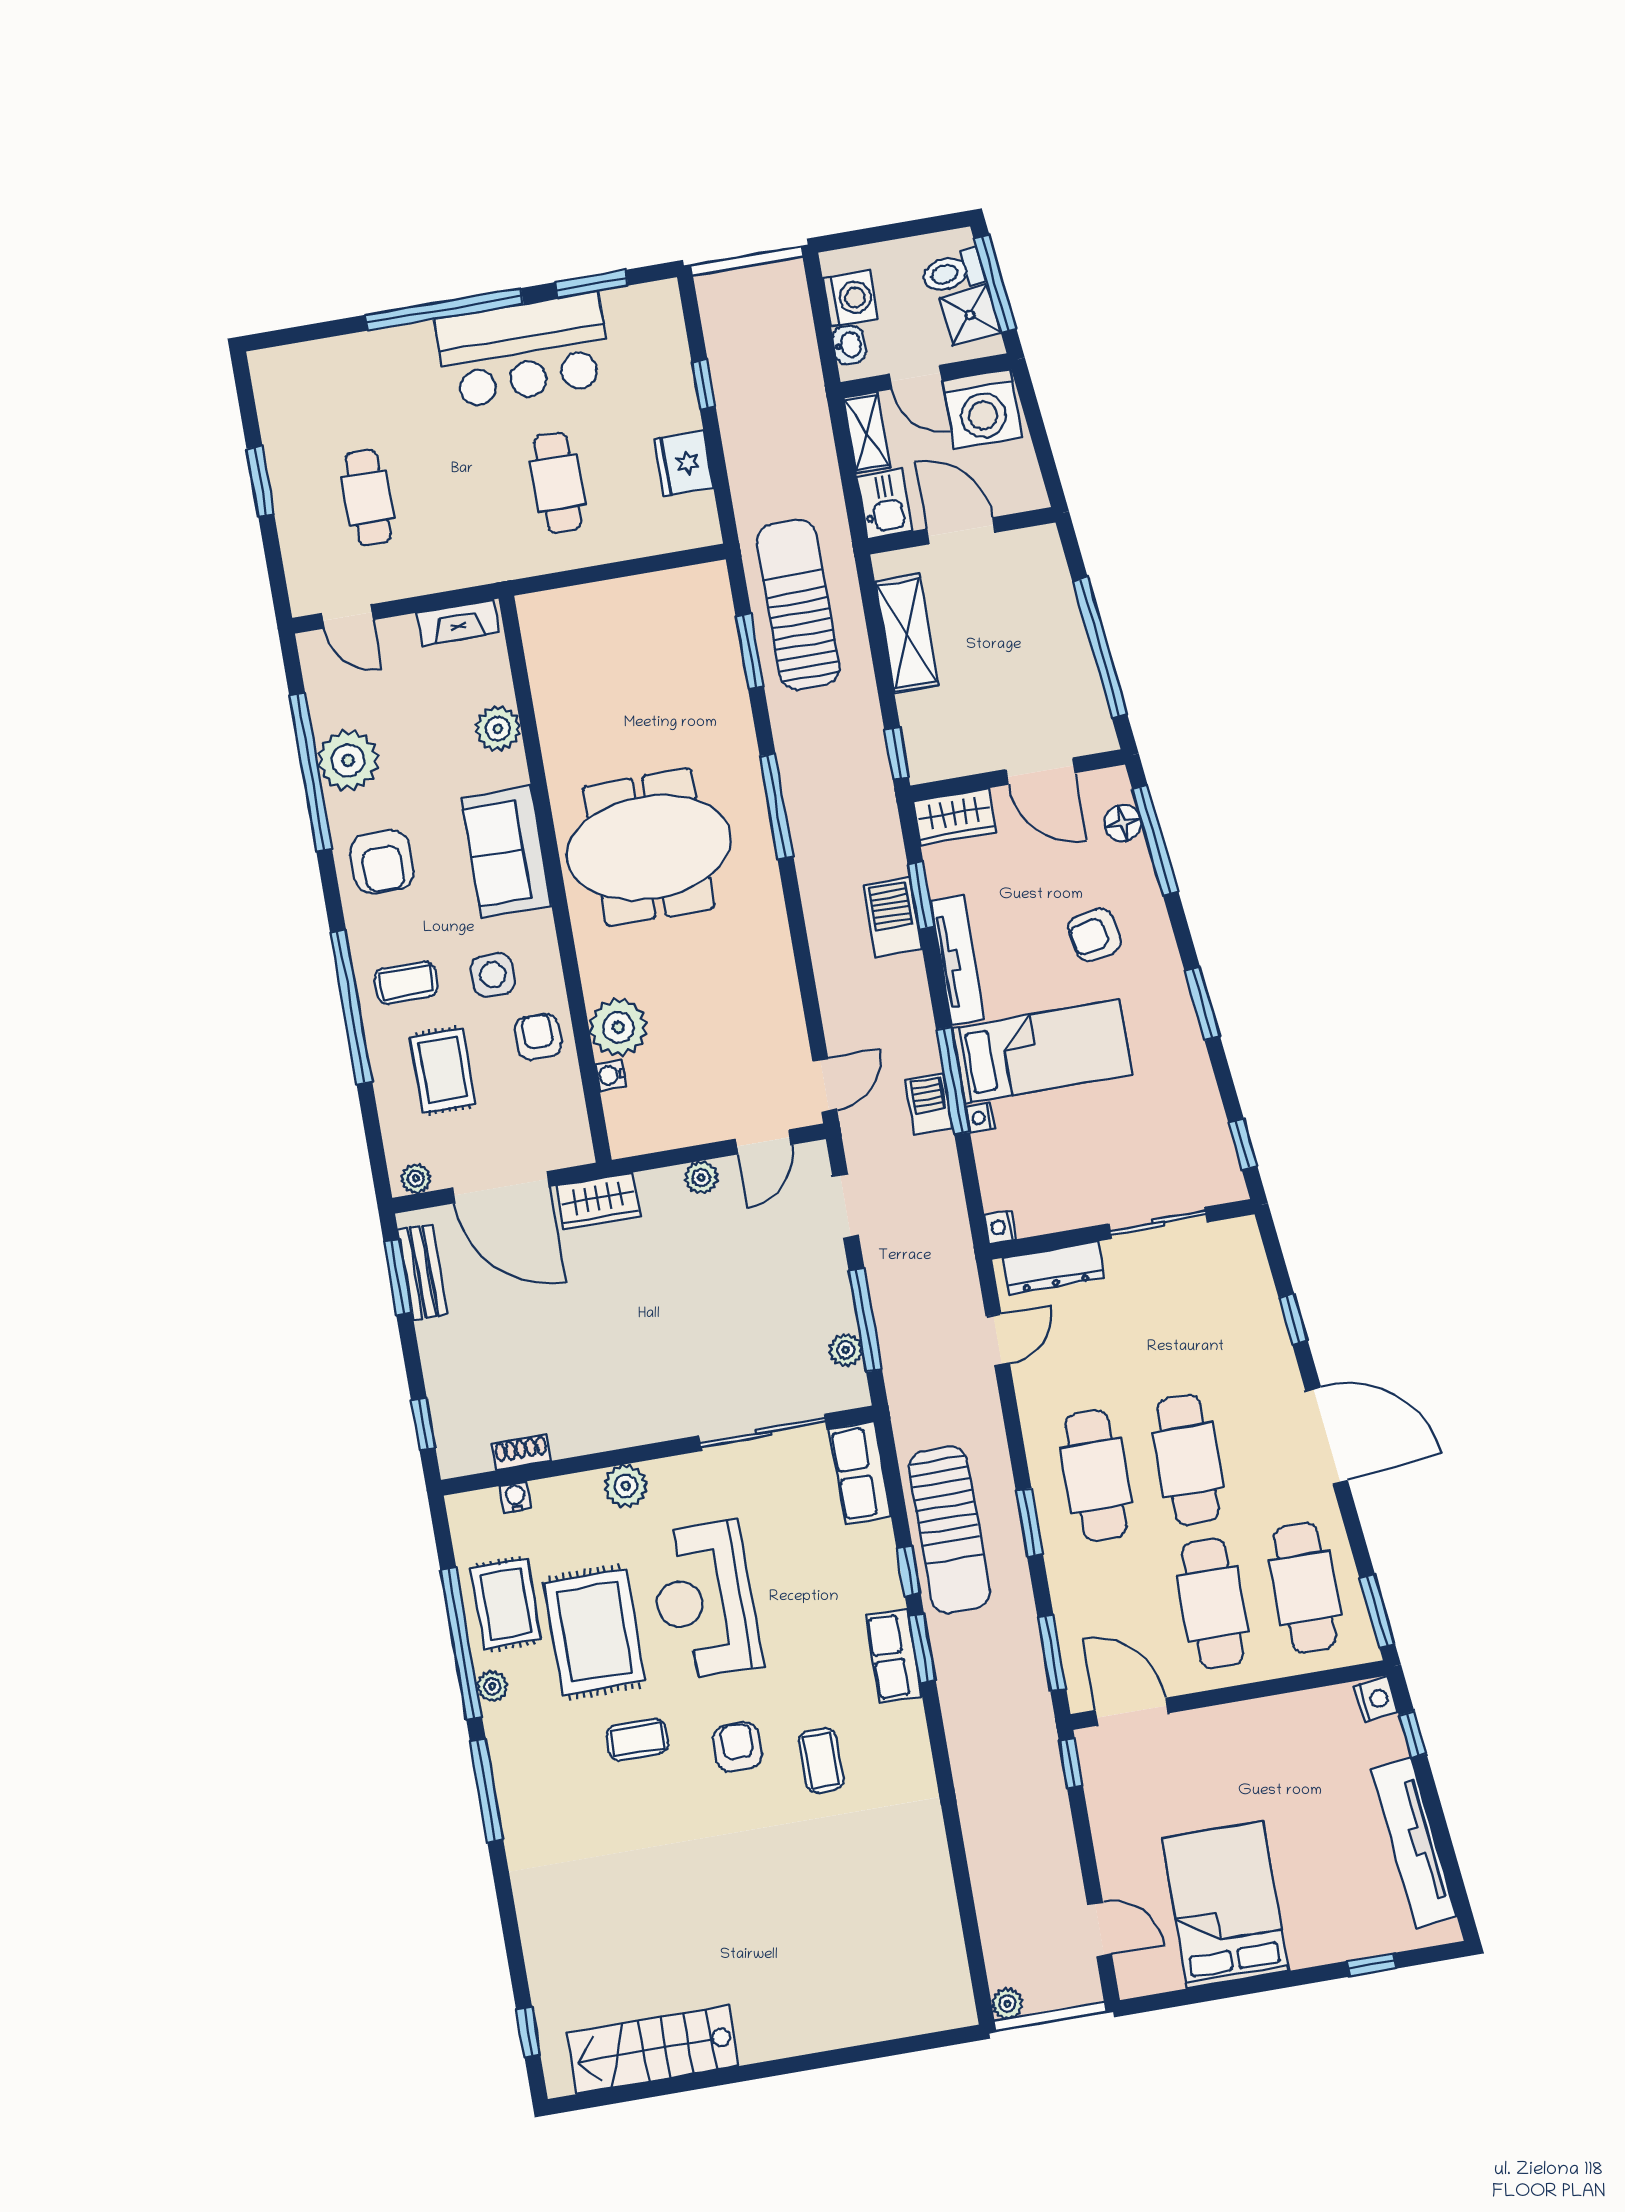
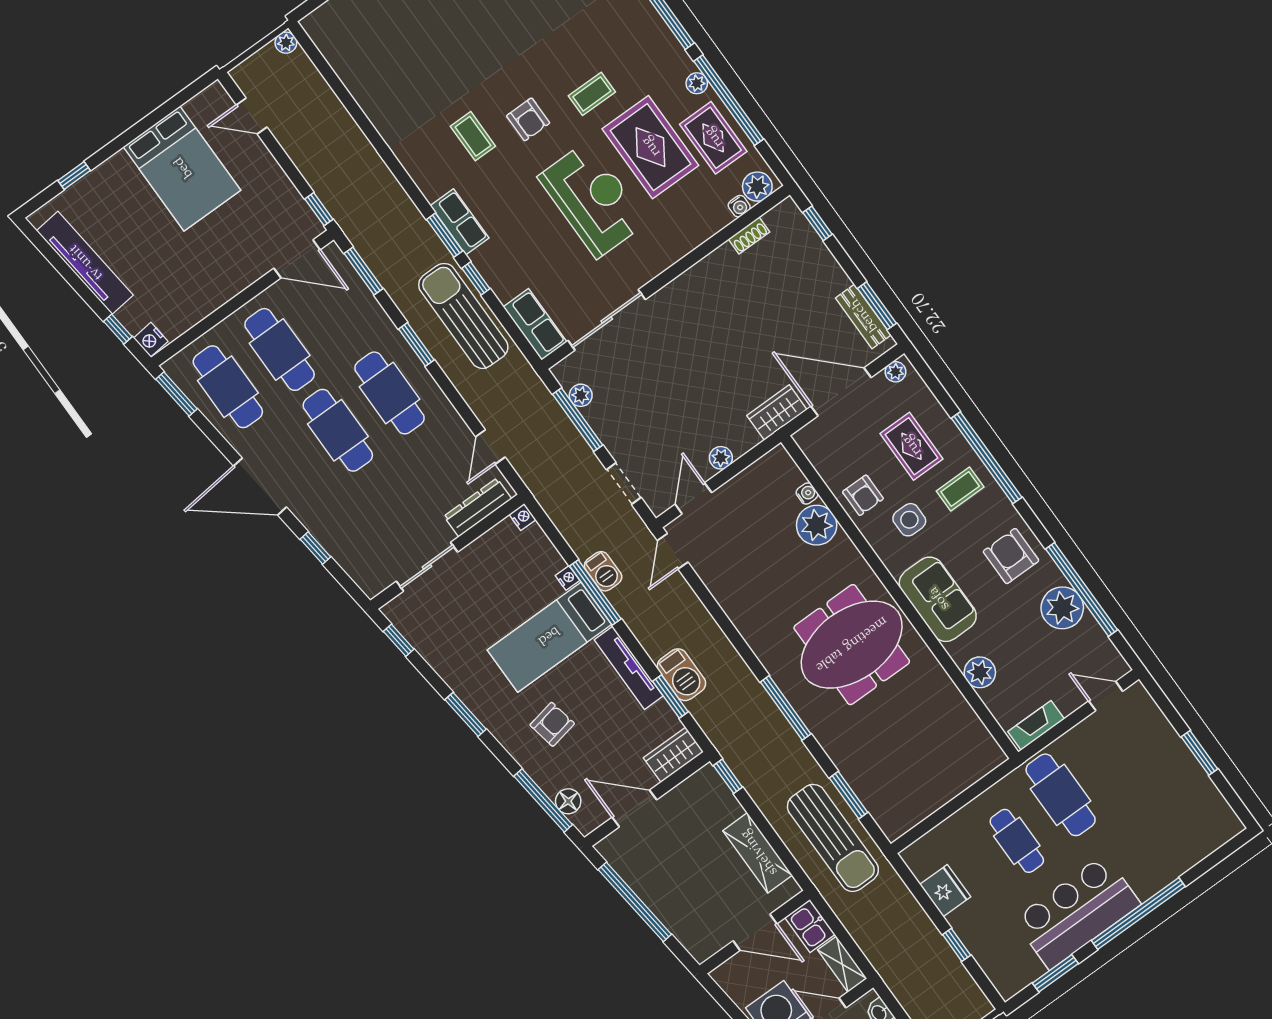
cafe table: (368, 498) -> (1061, 795), moved, width x1.37, depth x1.35
plant: (626, 1486) -> (757, 187), moved

